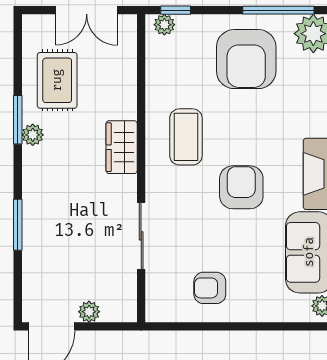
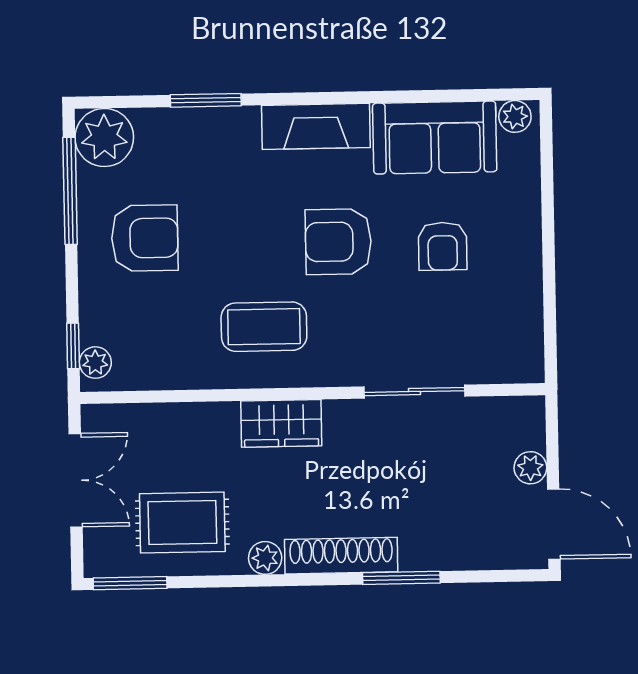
armchair: (246, 59) -> (145, 238), width x0.73, depth x0.73
window: (18, 120) -> (130, 583), moved
shoe rack: (33, 185) -> (341, 556), added
armchair: (210, 288) -> (443, 246), moved

